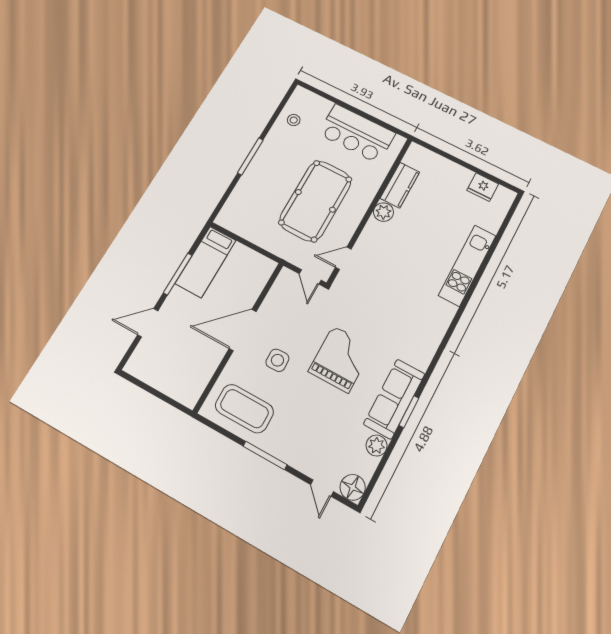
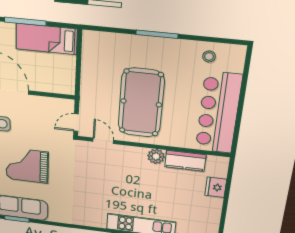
bar counter: (357, 133) -> (218, 113), width x1.36
fridge: (483, 187) -> (216, 187), moved
pool table: (315, 201) -> (141, 103), turned 90
grand piano: (341, 359) -> (27, 165), turned 180

